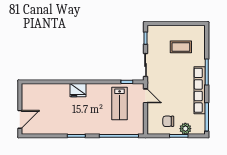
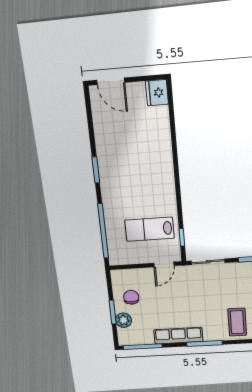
coffee table: (181, 47) -> (237, 322), moved
fridge: (78, 90) -> (157, 93), moved
row of seats: (200, 90) -> (178, 336), width x0.73

